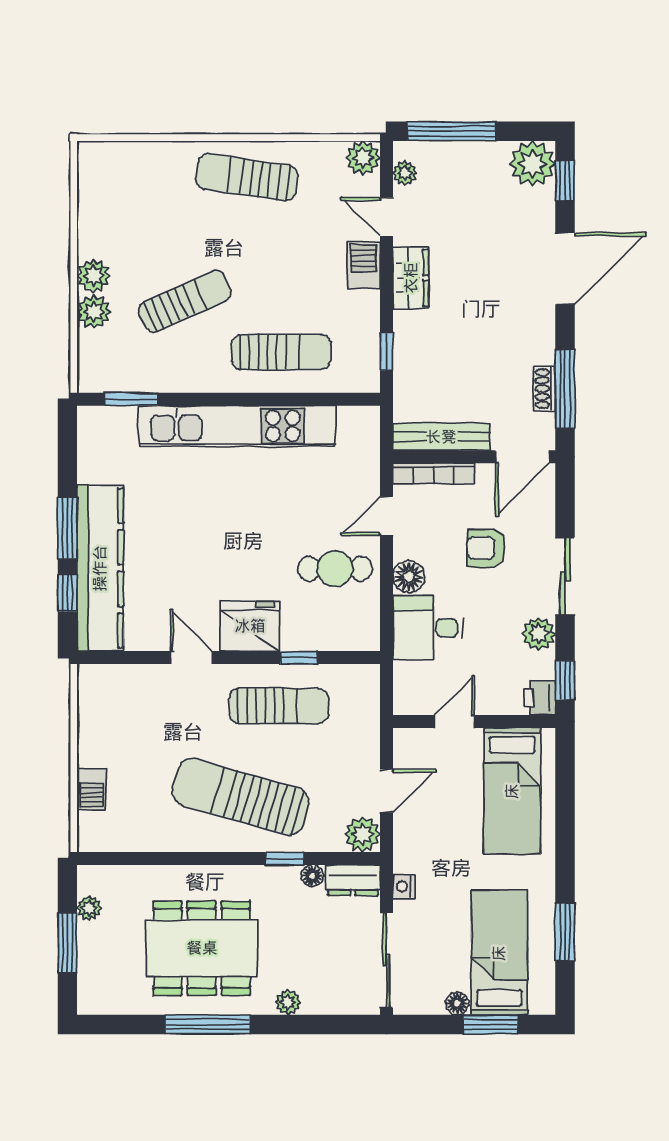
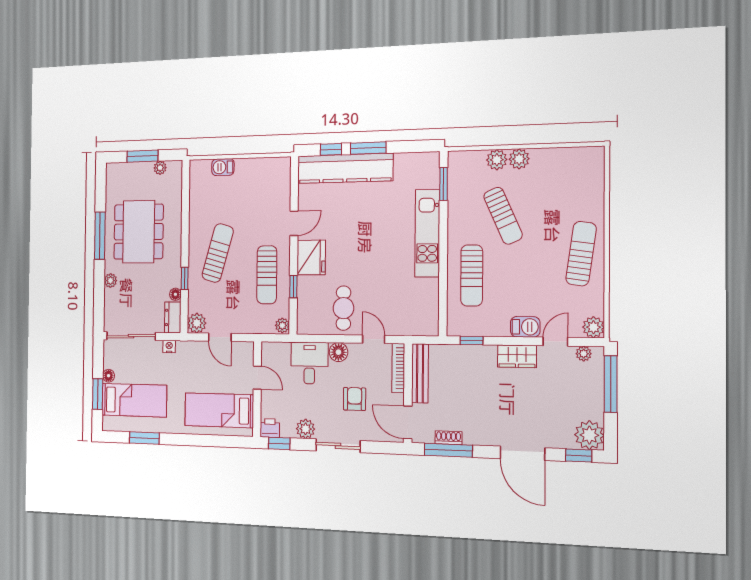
kitchen unit: (237, 426) -> (427, 233), width x0.73
plant: (365, 677) -> (282, 325), added
sun lounger: (241, 797) -> (218, 253), width x0.73, depth x0.75

